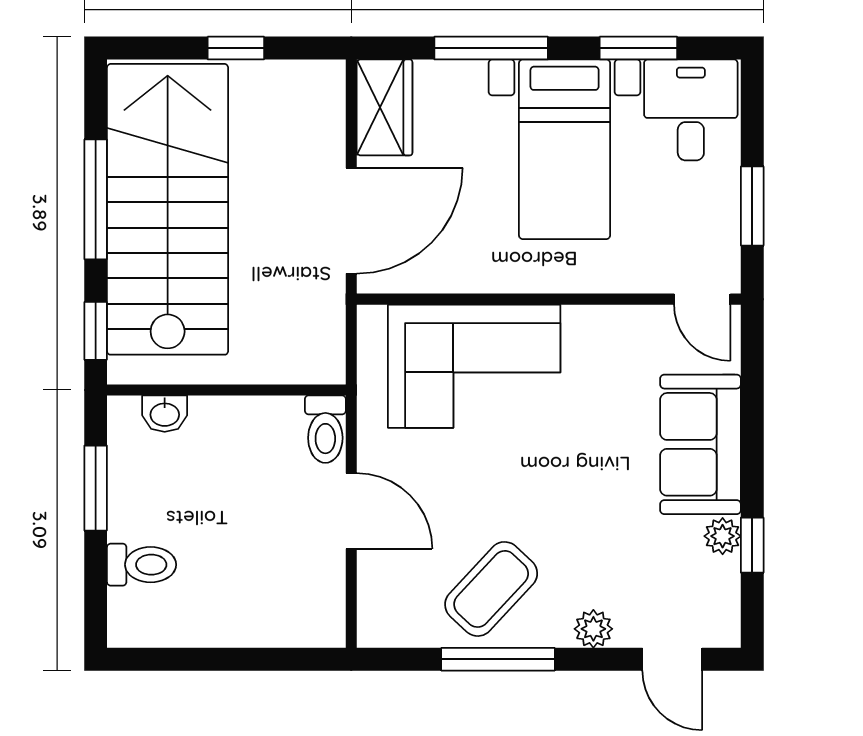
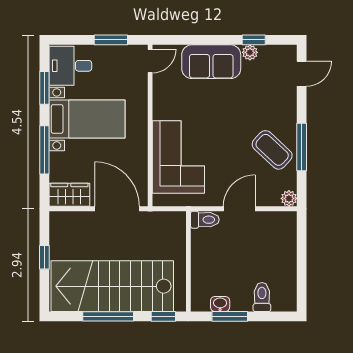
washbasin: (165, 414) -> (220, 304), moved, turned -90
plant: (593, 629) -> (289, 198), moved

